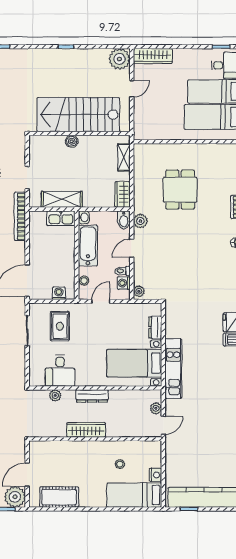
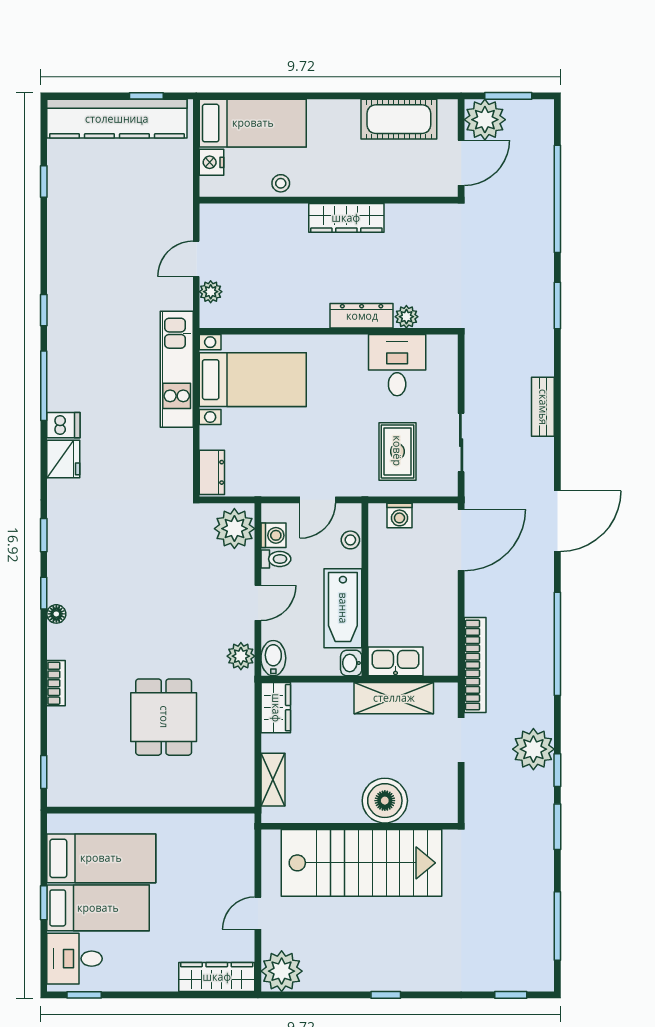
boiler: (72, 141) -> (385, 801), width x1.86, depth x1.86
plant: (139, 291) -> (234, 529), width x1.87, depth x1.87
dresser: (155, 327) -> (212, 472), moved
dresser: (92, 396) -> (362, 316), moved
wardrobe: (86, 430) -> (346, 218), moved
wall: (95, 439) -> (329, 200), moved

